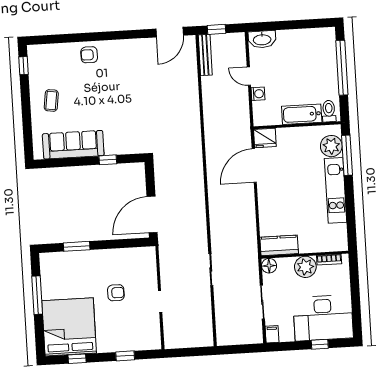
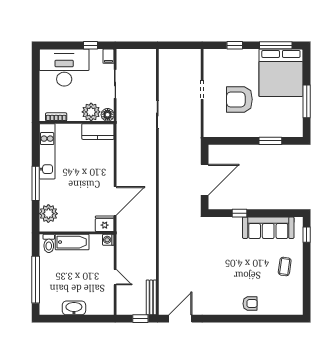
washbasin: (262, 39) -> (74, 308), moved
window: (24, 66) -> (307, 235), moved
washing machine: (258, 94) -> (108, 240), moved
window: (347, 155) -> (36, 183), moved
kitchen unit: (336, 190) -> (47, 151), moved
door: (152, 215) -> (205, 180), moved
plant: (305, 267) -> (91, 112), moved
armchair: (116, 293) -> (239, 99), width x1.88, depth x1.88
window: (320, 344) -> (90, 45), moved
window: (77, 359) -> (276, 45), width x2.17

